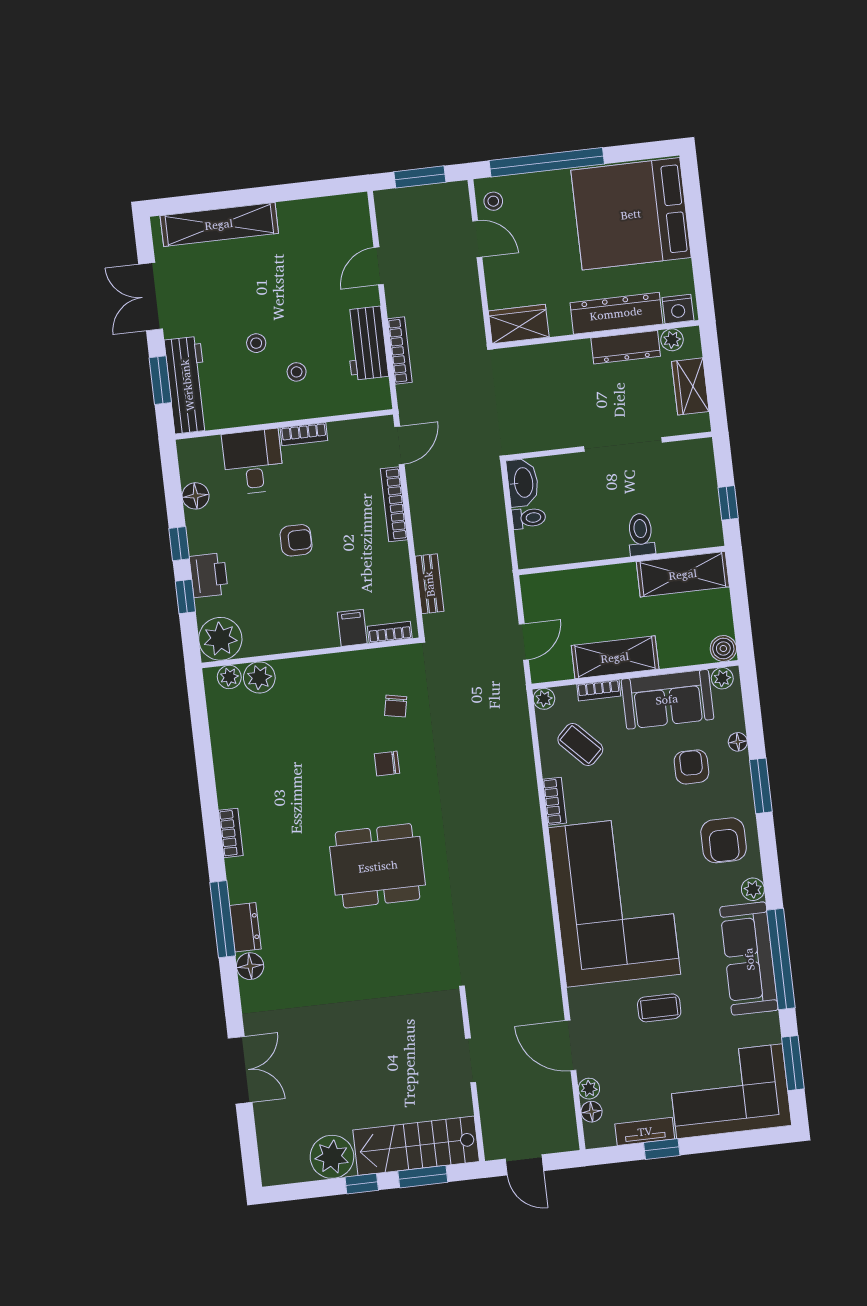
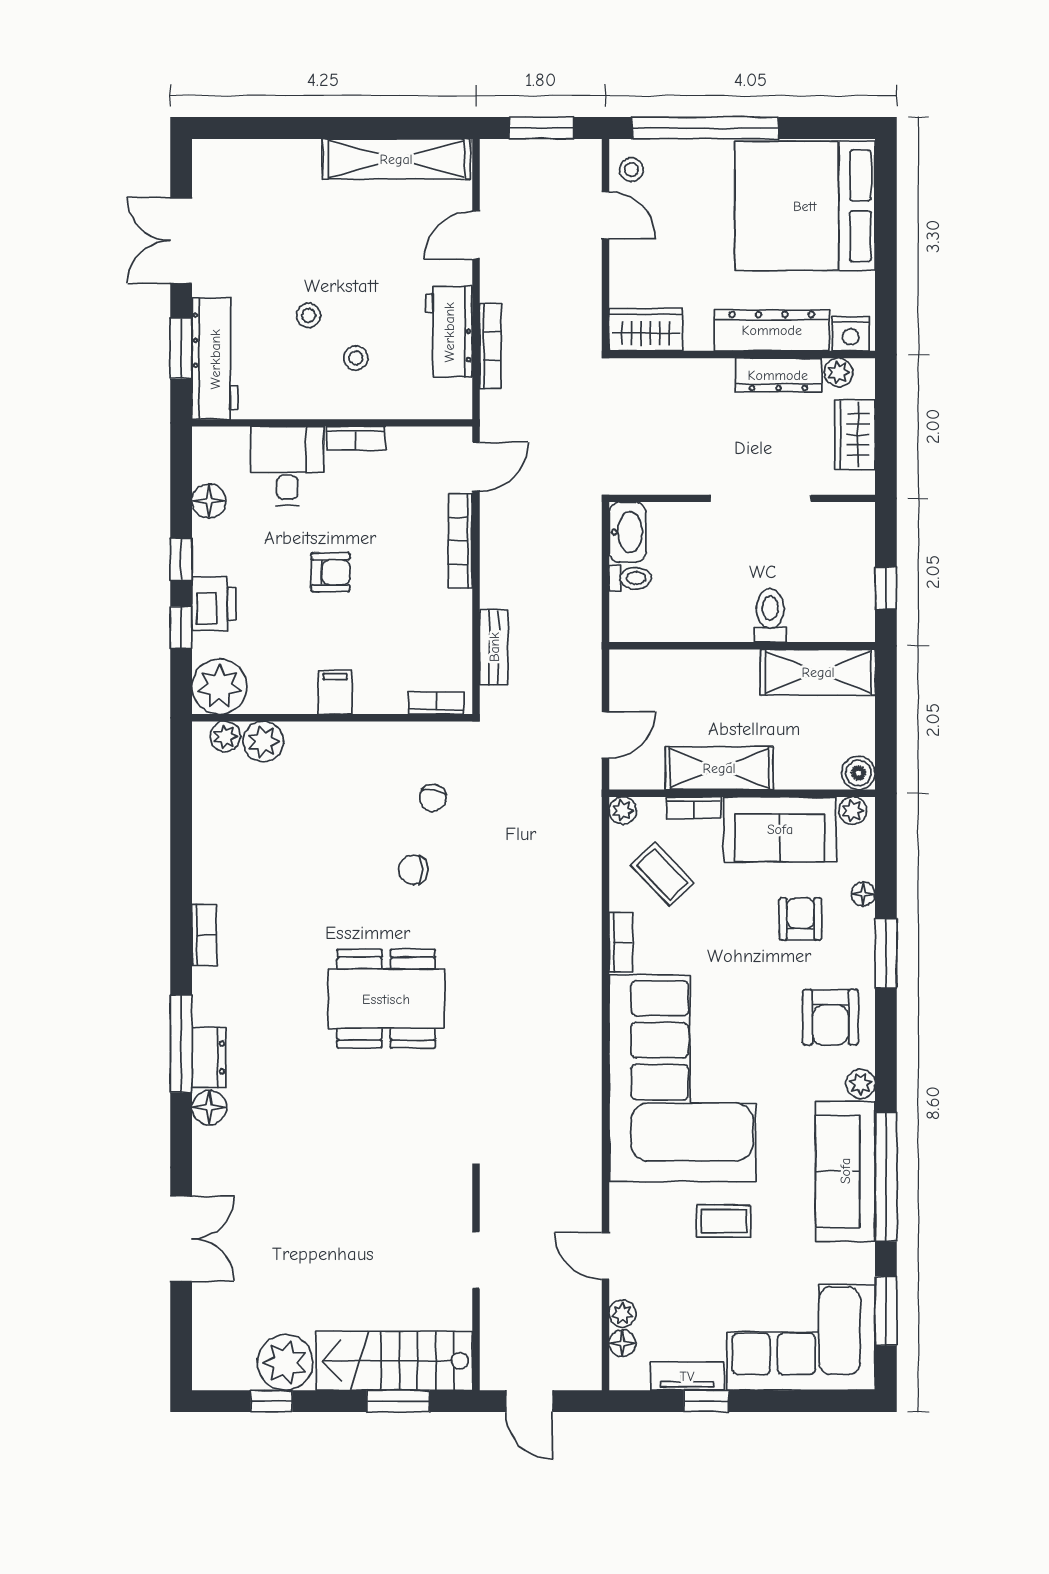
shelving: (219, 224) -> (396, 159), moved
filing cabinet: (352, 628) -> (335, 692), moved
door: (571, 1045) -> (605, 1256), width x0.73
window: (362, 1184) -> (271, 1401), moved

